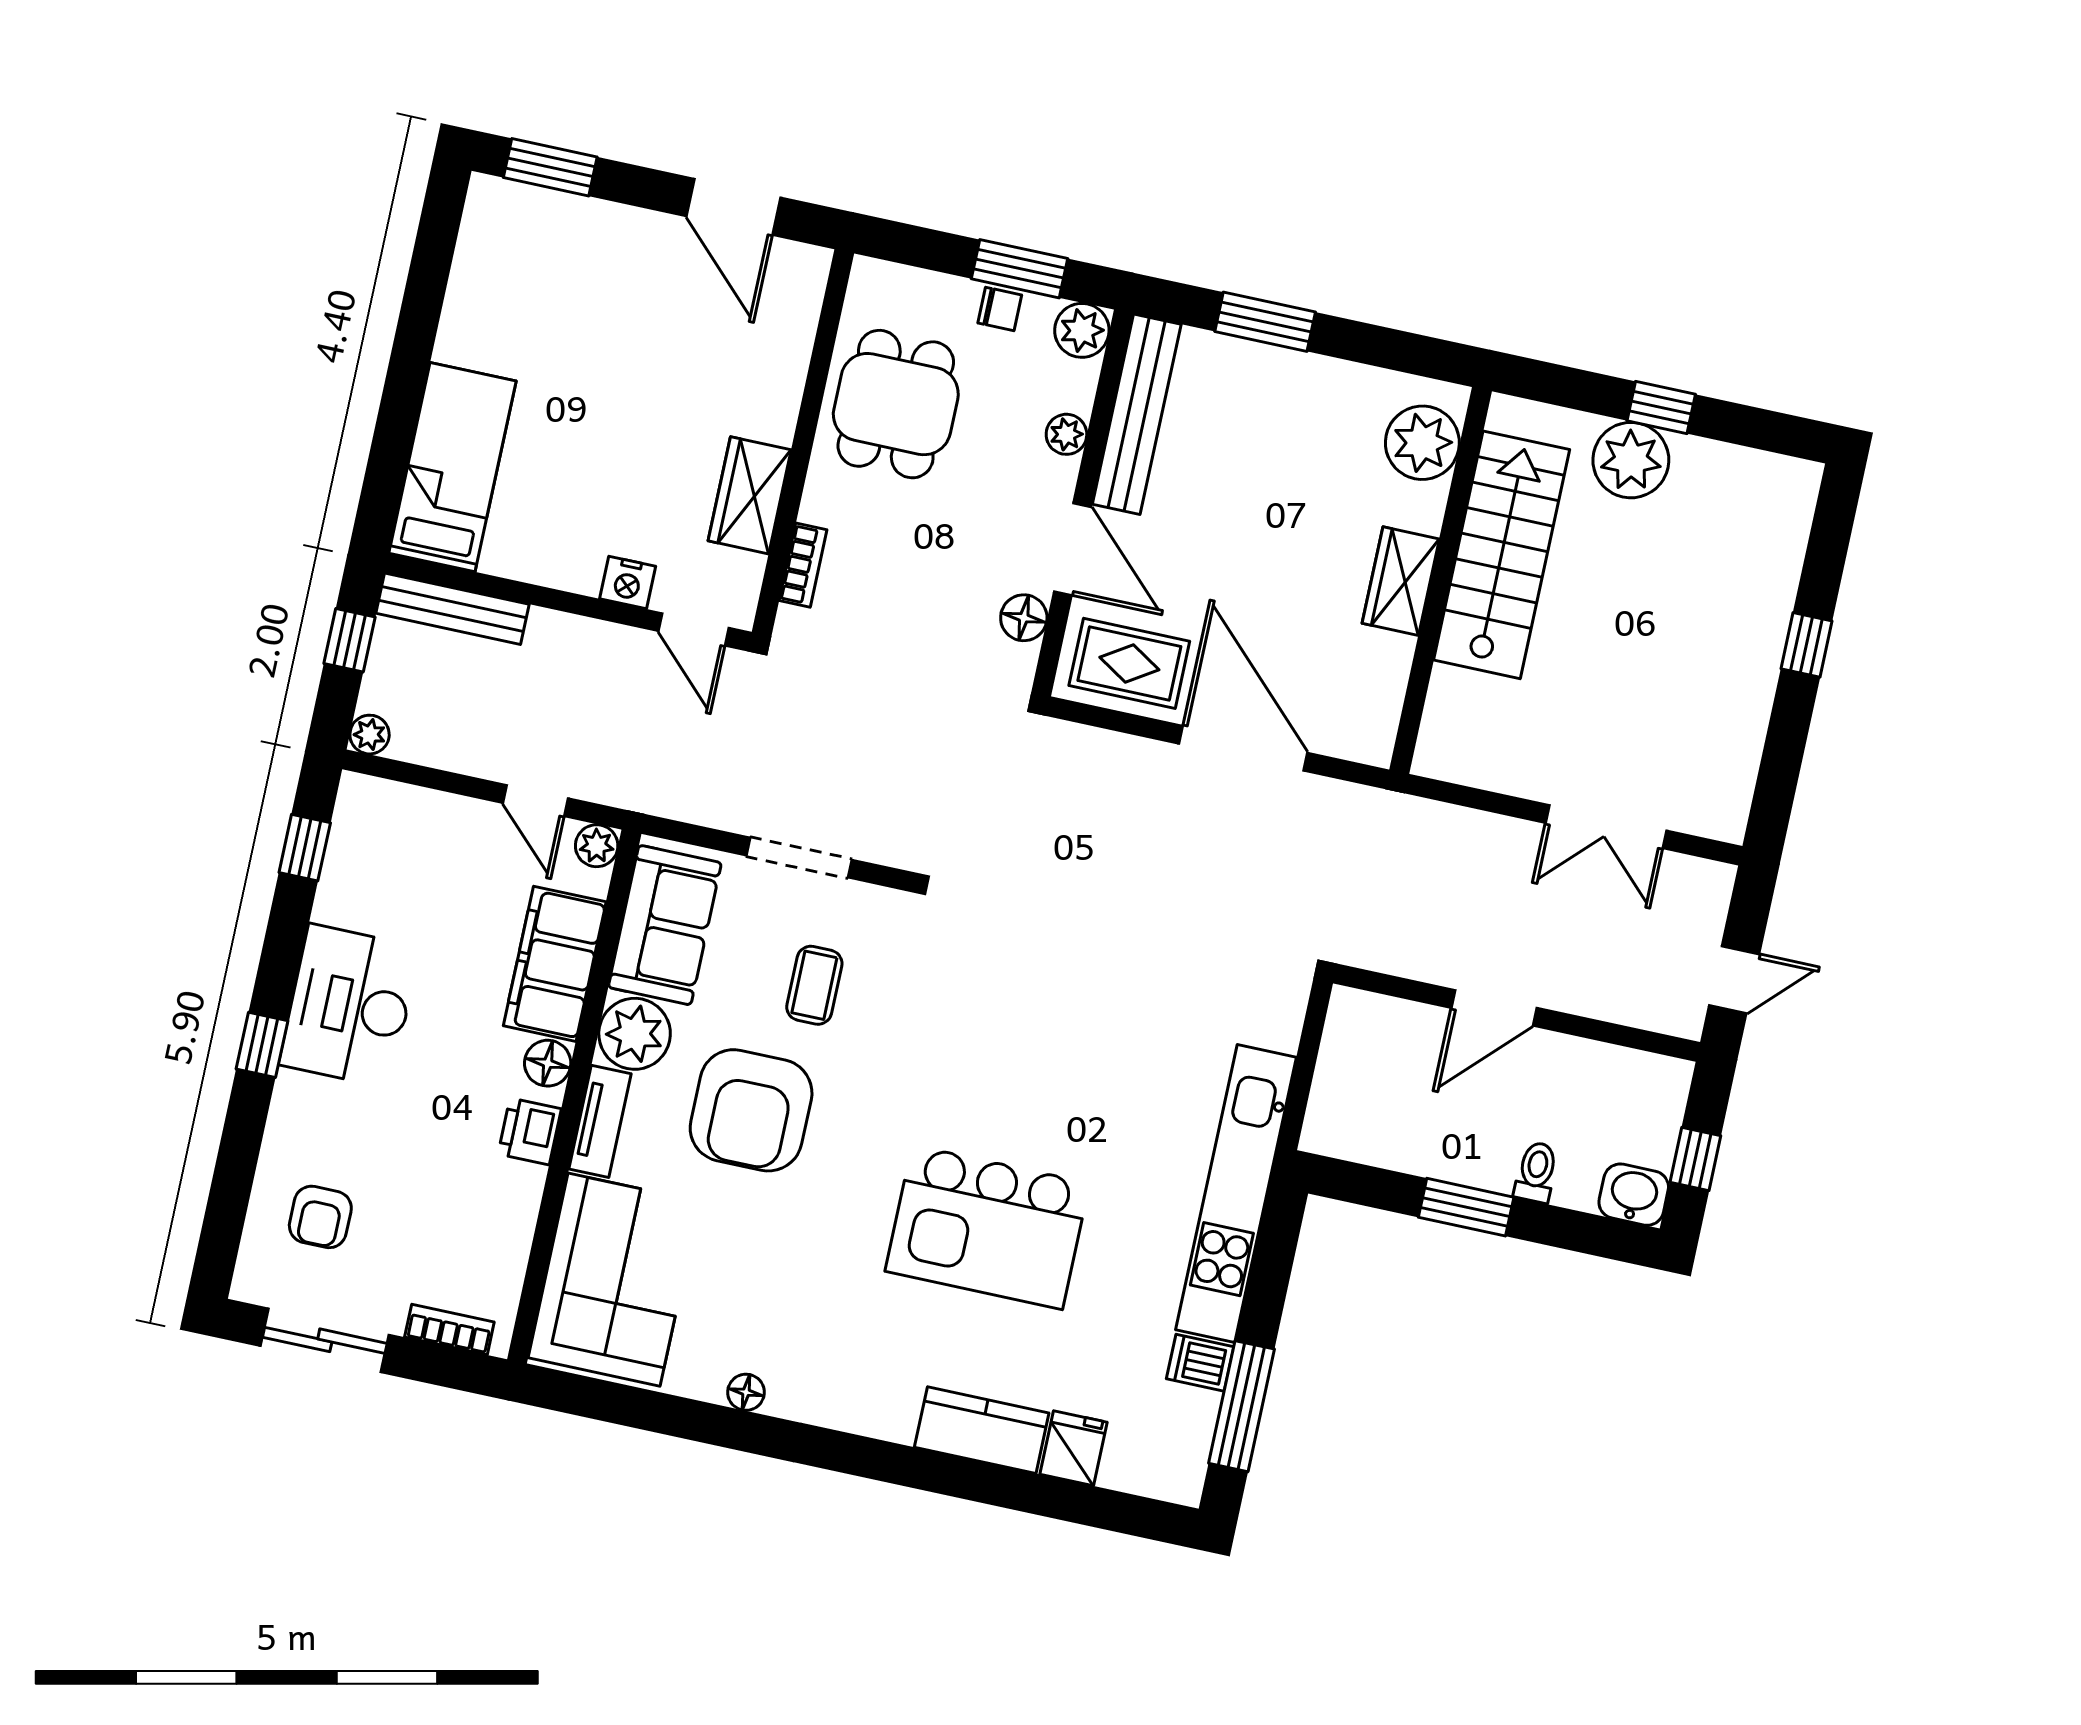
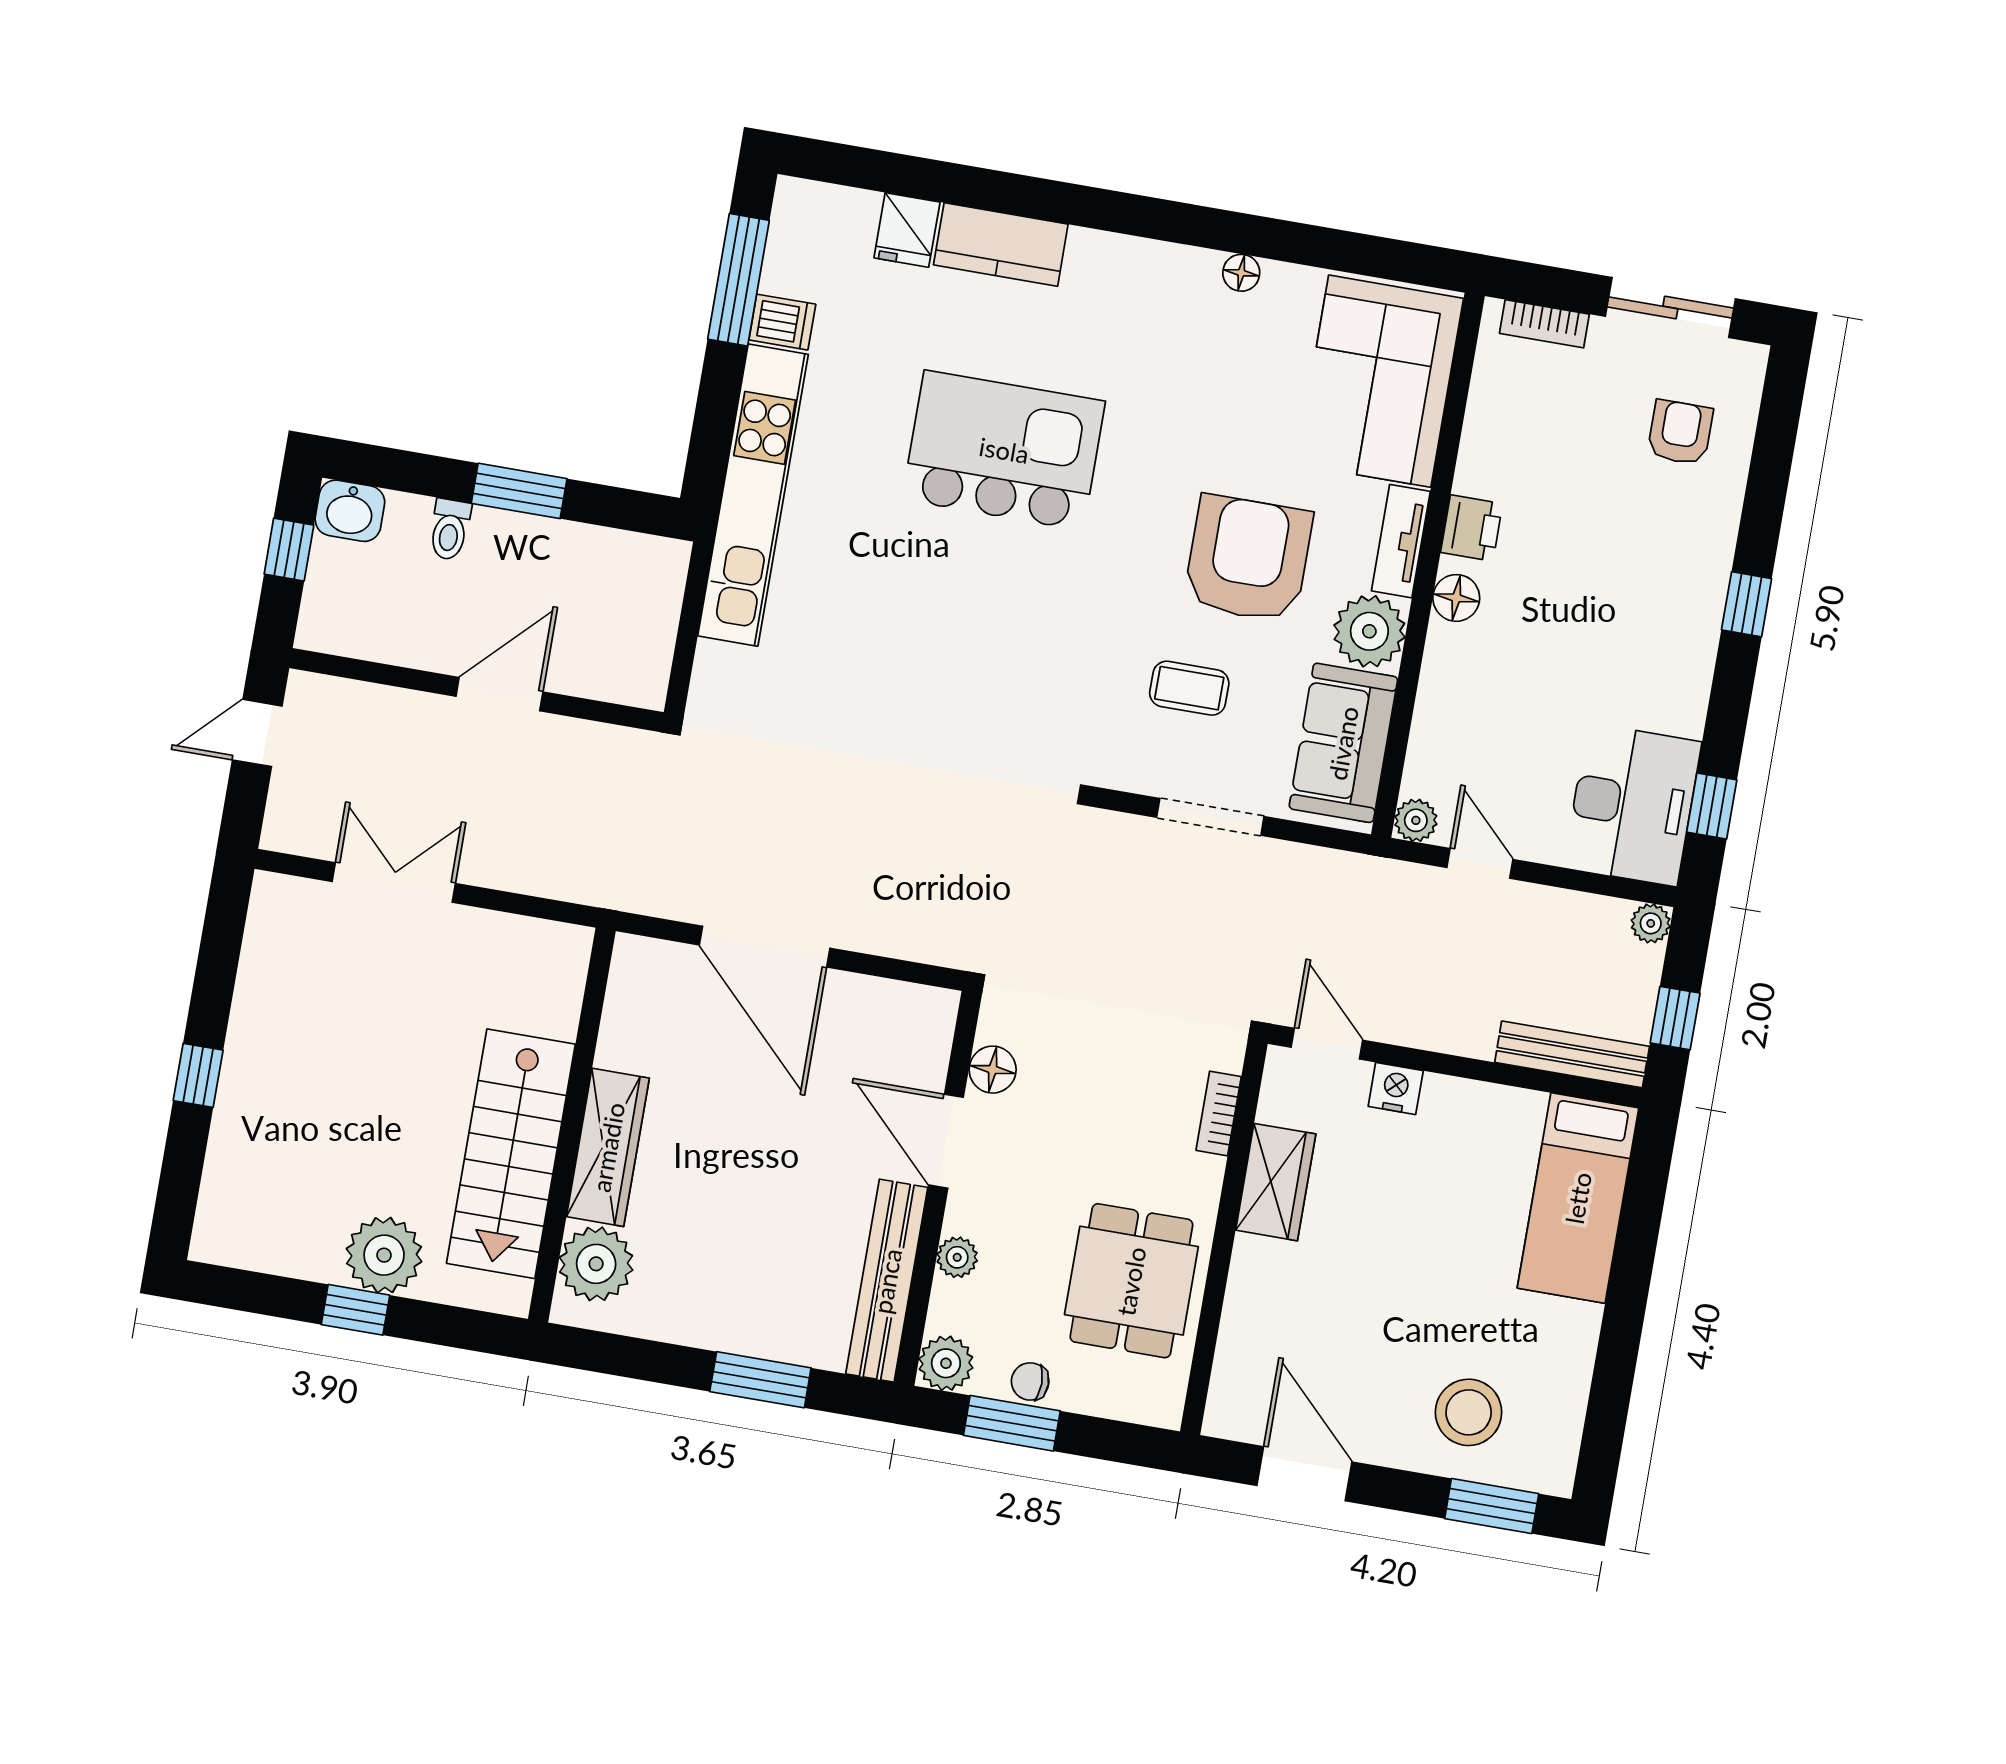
stool: (569, 260) -> (1469, 1412), added
wardrobe: (1401, 581) -> (608, 1147), width x1.50
rug: (1129, 663) -> (884, 1028), removed
filing cabinet: (555, 964) -> (1453, 699), removed
coffee table: (814, 985) -> (1189, 688), turned 90
desk: (349, 1006) -> (1632, 805), moved

